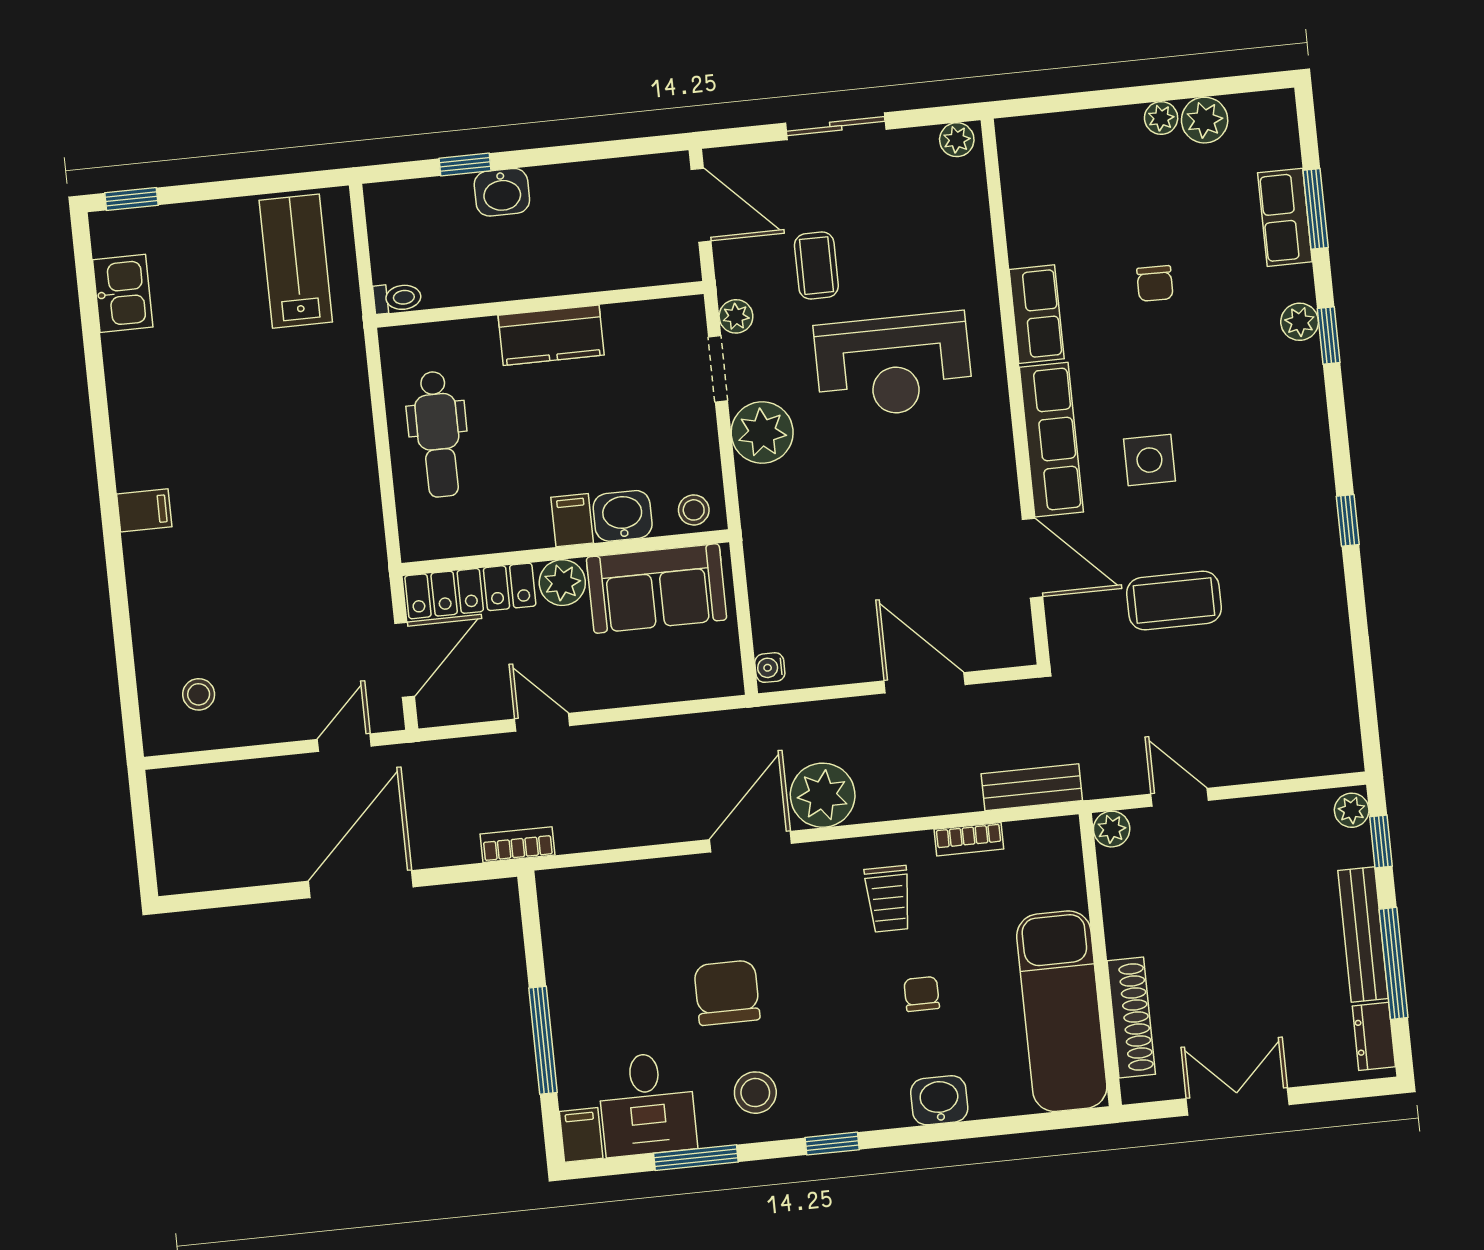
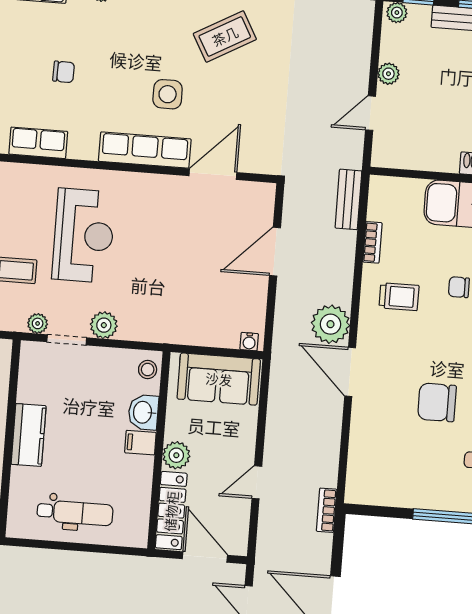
row of seats: (1037, 314) -> (38, 143), moved
plant: (762, 432) -> (104, 325), width x0.73, depth x0.73
sofa: (657, 589) -> (219, 379), moved, turned 90
coffee table: (1174, 601) -> (225, 36), moved, turned 61
plant: (1112, 829) -> (388, 74), moved

